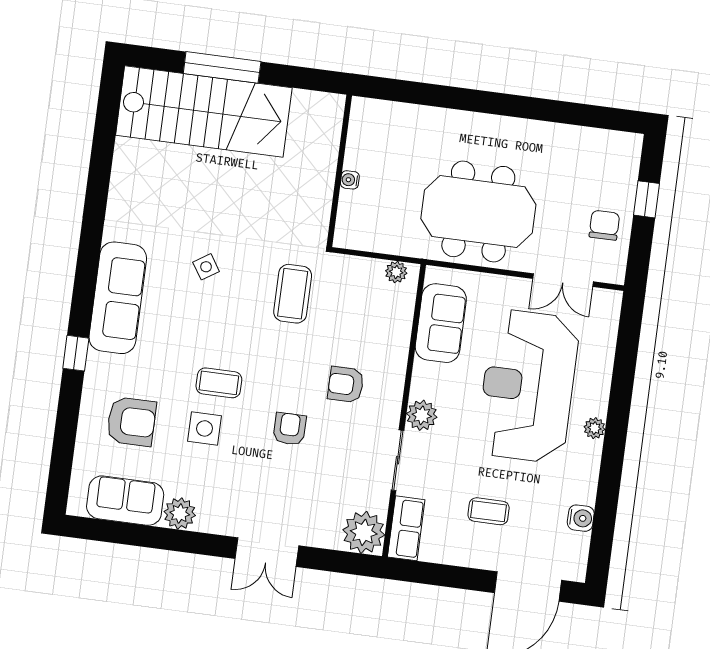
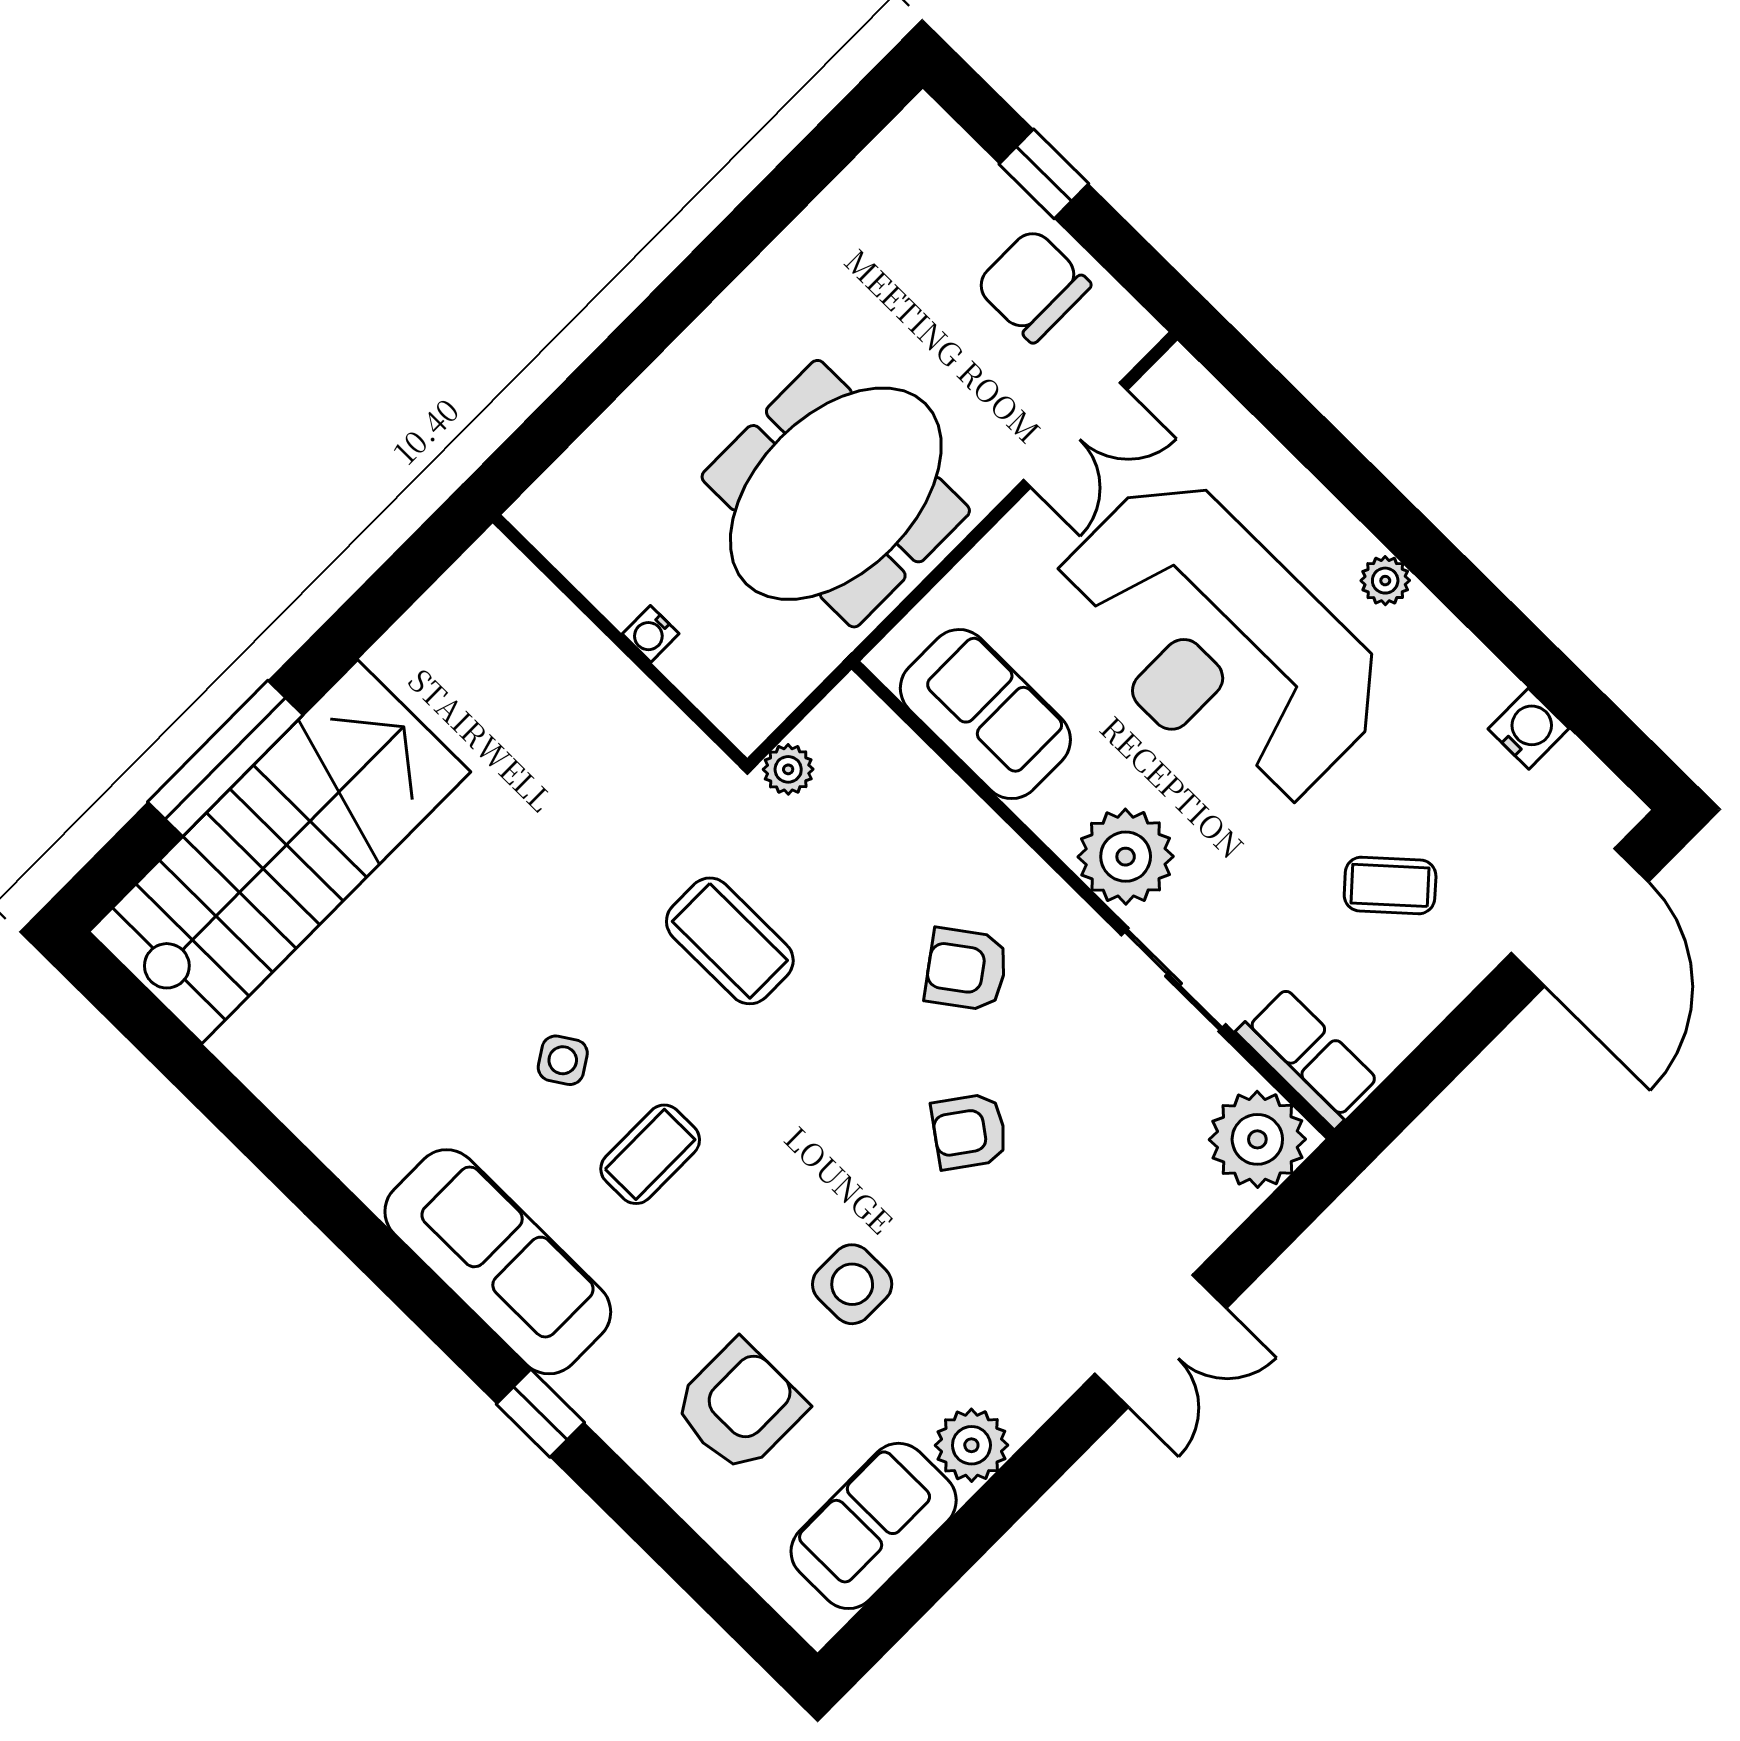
wall: (339, 171) -> (620, 641), moved
water cooler: (350, 180) -> (651, 634), moved
chair: (604, 225) -> (1033, 285), width x1.37, depth x1.37
plant: (396, 272) -> (788, 769), moved
coffee table: (219, 383) -> (650, 1154), moved
armchair: (346, 385) -> (966, 969), turned 54
plant: (422, 415) -> (1126, 857), width x1.36, depth x1.36
armchair: (290, 429) -> (969, 1131), turned -54
coffee table: (489, 511) -> (1390, 885), turned 48

